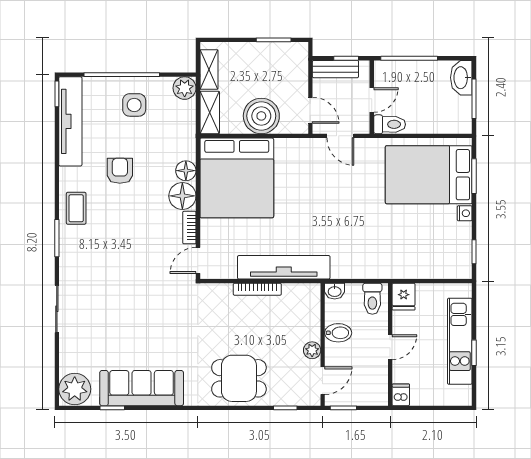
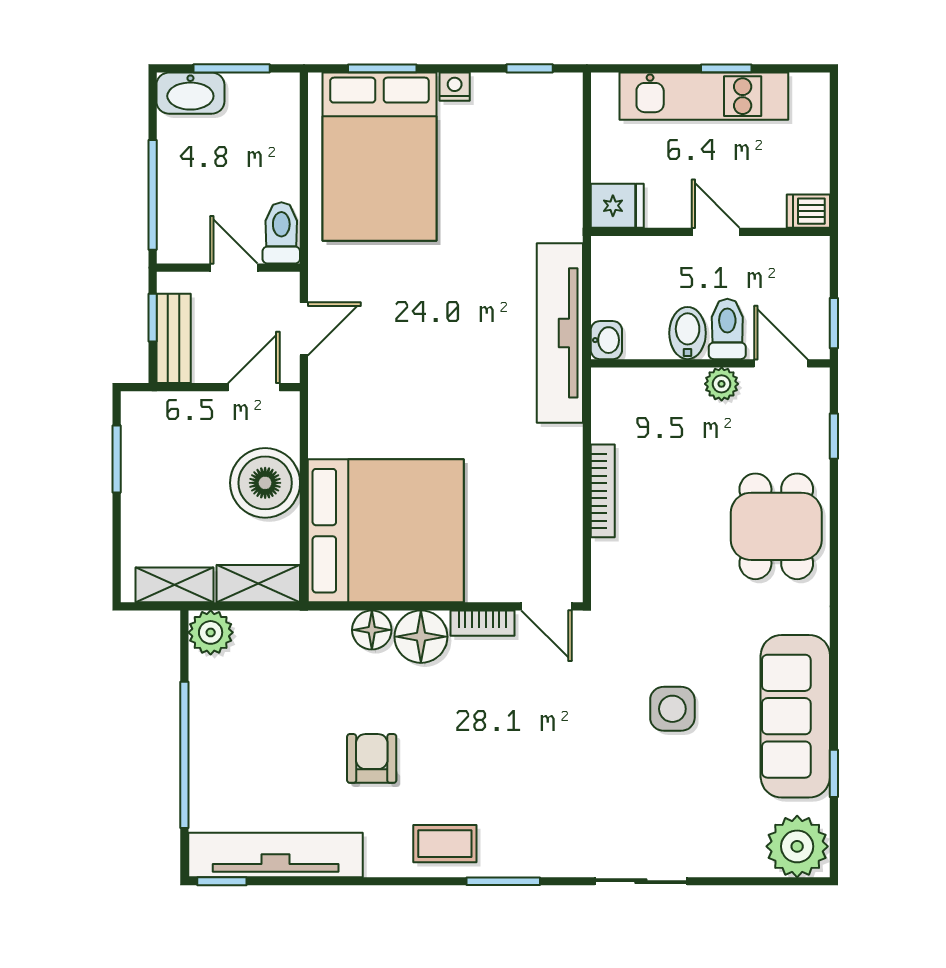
side table: (134, 105) -> (672, 709), moved
armchair: (120, 171) -> (372, 758), turned 90
tv unit: (284, 267) -> (560, 333), moved
toilet: (372, 299) -> (727, 329), moved, turned -90

